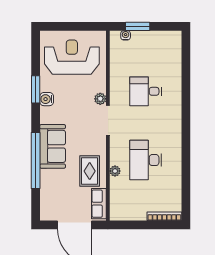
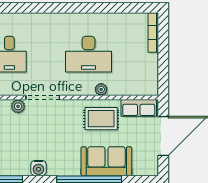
water cooler: (47, 99) -> (38, 168), moved
sofa: (53, 146) -> (106, 161), moved

